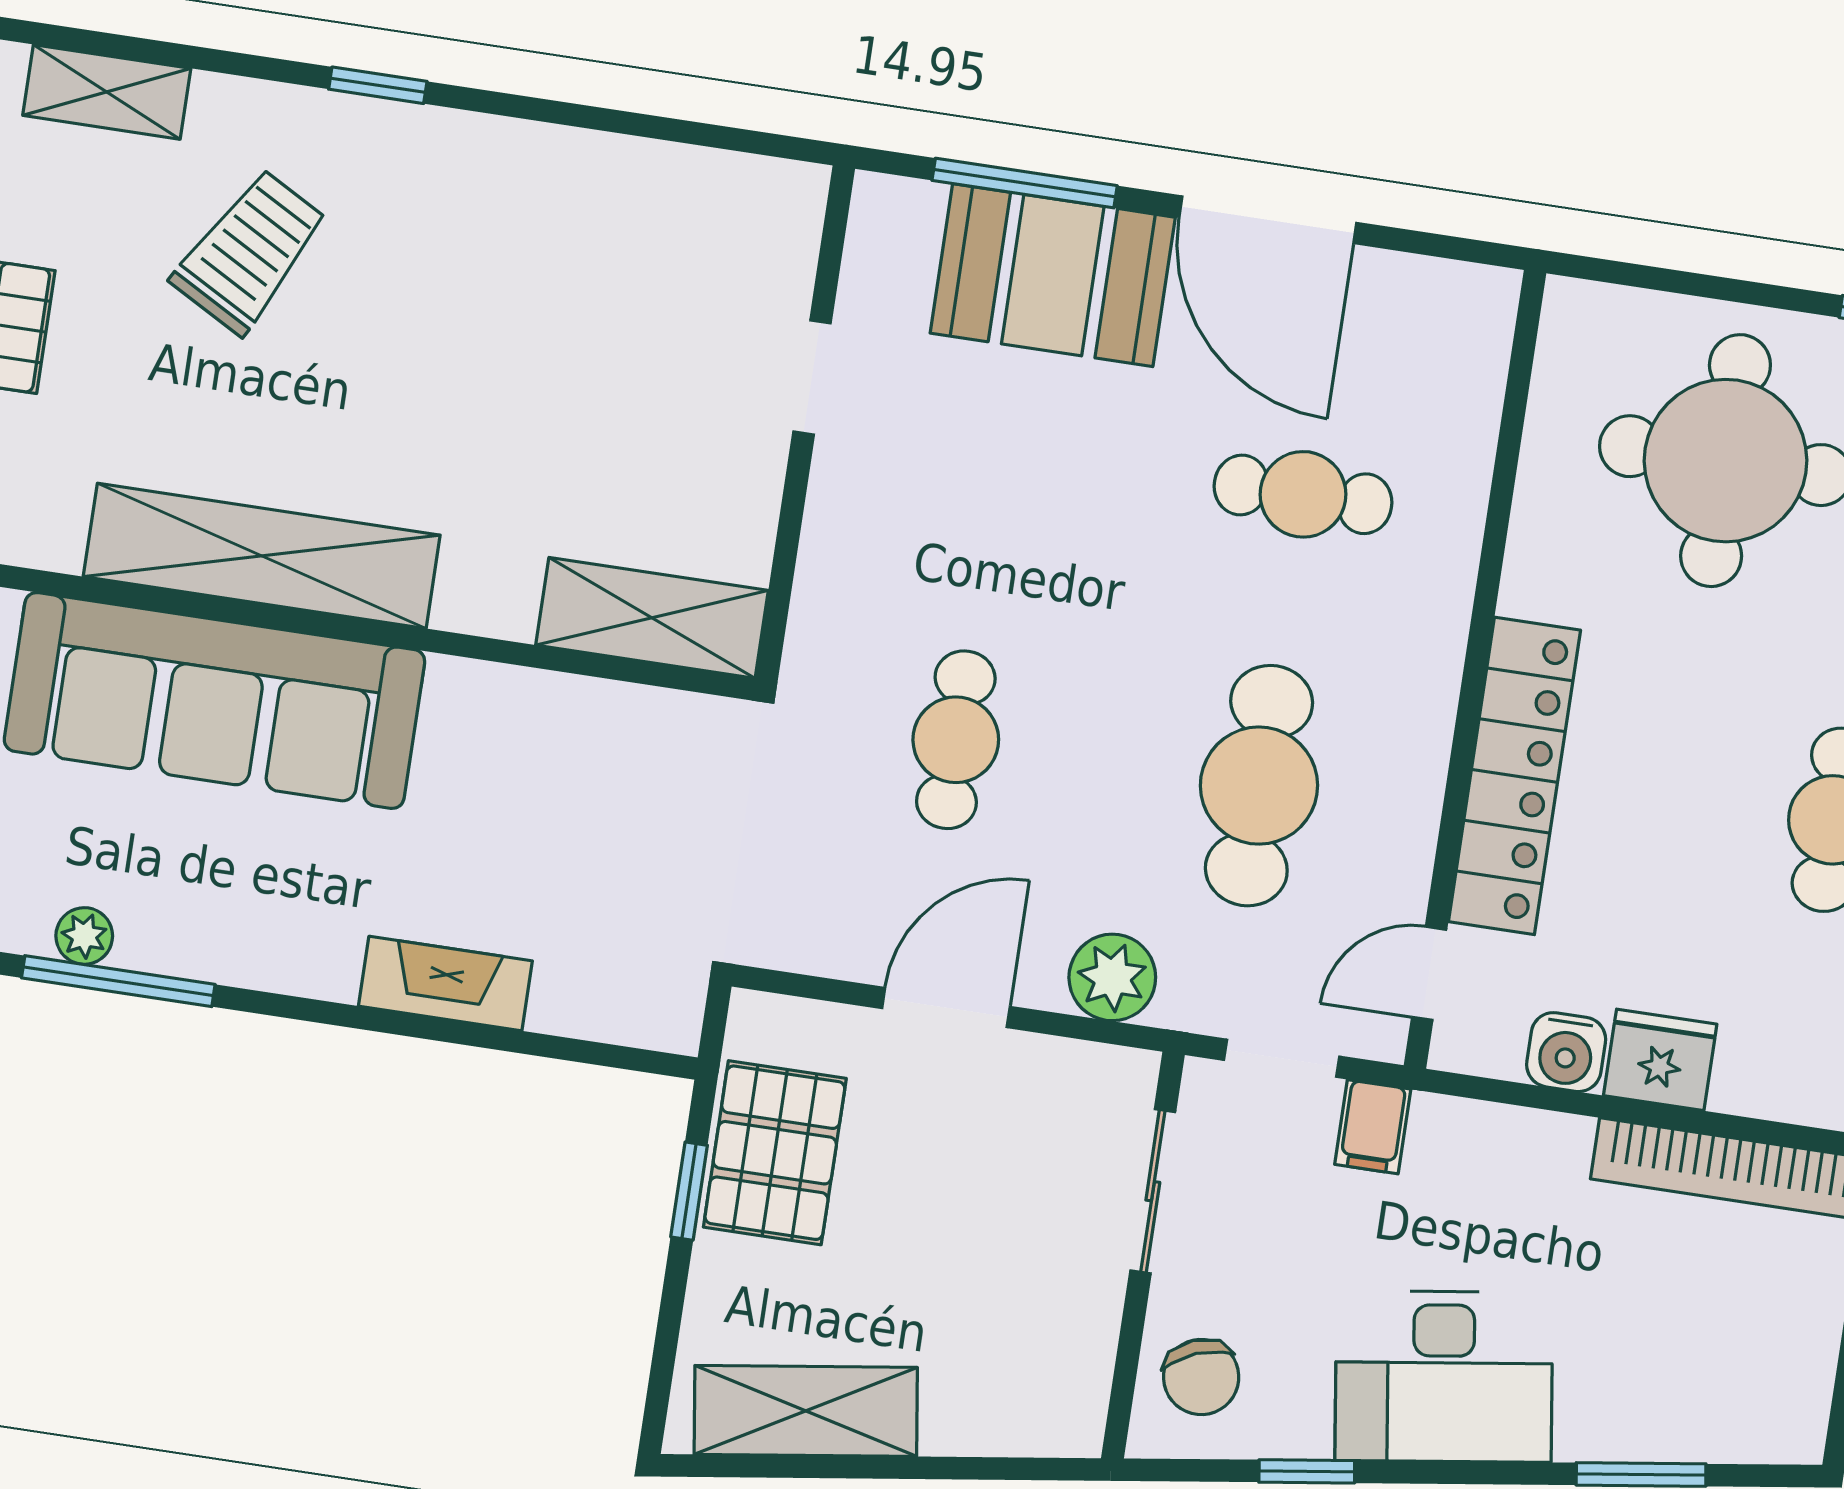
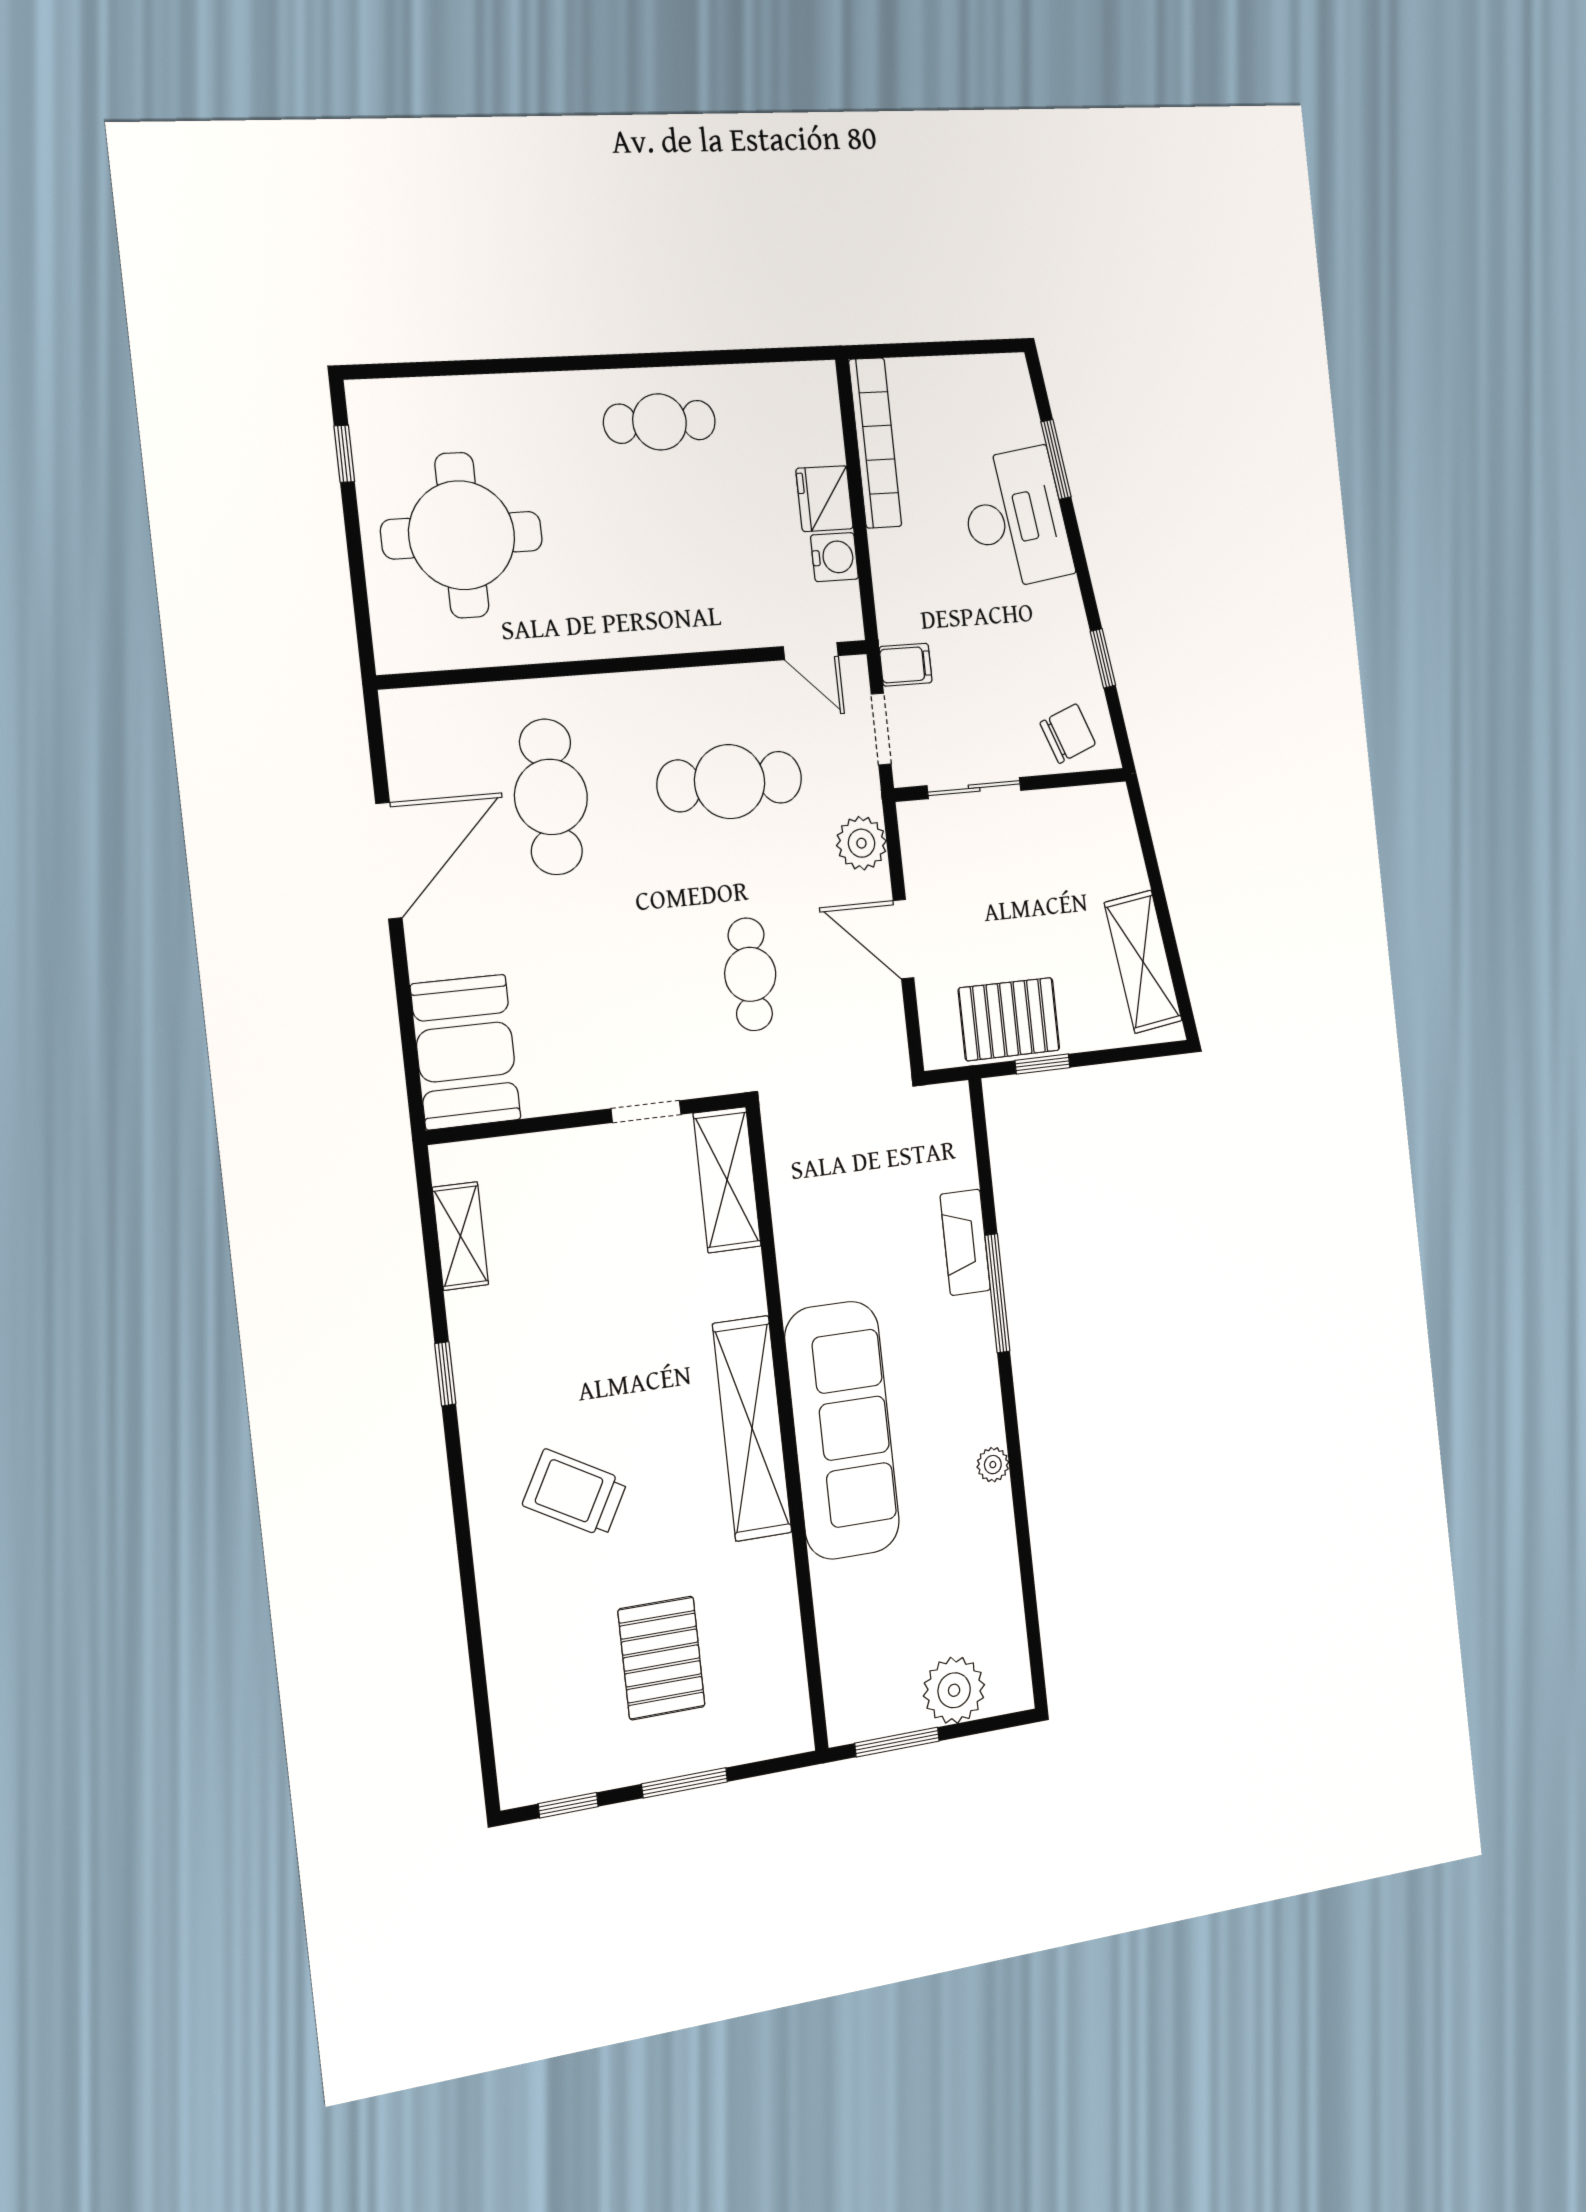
window: (378, 85) -> (445, 1374), moved
shelving: (107, 92) -> (460, 1236), moved
window: (1025, 183) -> (407, 1021), removed
booth: (1053, 275) -> (466, 1052), moved
doorway: (812, 377) -> (646, 1112), moved
cafe table: (1303, 494) -> (551, 797), width x1.37, depth x1.35
cafe table: (956, 740) -> (750, 974), turned 90
locker: (1514, 776) -> (684, 625), removed
window: (118, 981) -> (997, 1293), moved
desk: (1444, 1376) -> (1015, 519), moved

